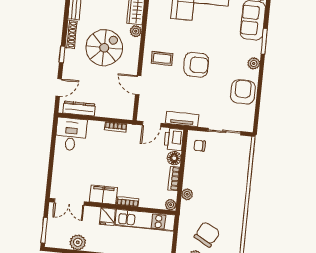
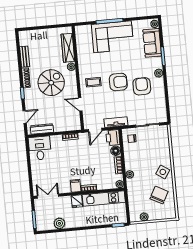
armchair: (243, 92) -> (142, 86), moved
filing cabinet: (103, 195) -> (76, 186), width x0.50
side table: (233, 200) -> (163, 172), added
double door: (69, 202) -> (48, 196), swing flipped
chair: (207, 234) -> (159, 195), moved

